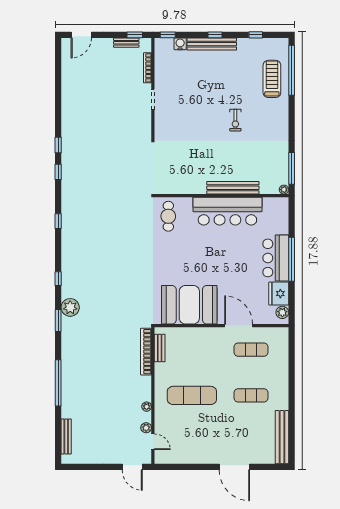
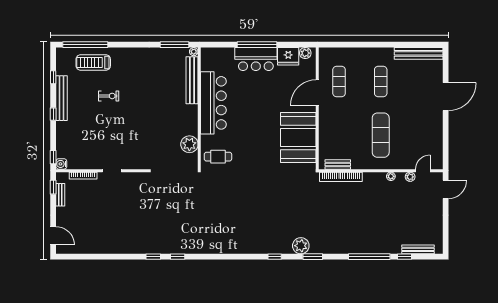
water cooler: (180, 44) -> (61, 164), moved
bench: (212, 44) -> (62, 98), moved
exercise bike: (235, 120) -> (109, 96), moved
plant: (182, 185) -> (189, 144), added
bench: (233, 188) -> (192, 80), moved
window: (58, 221) -> (404, 257), moved

